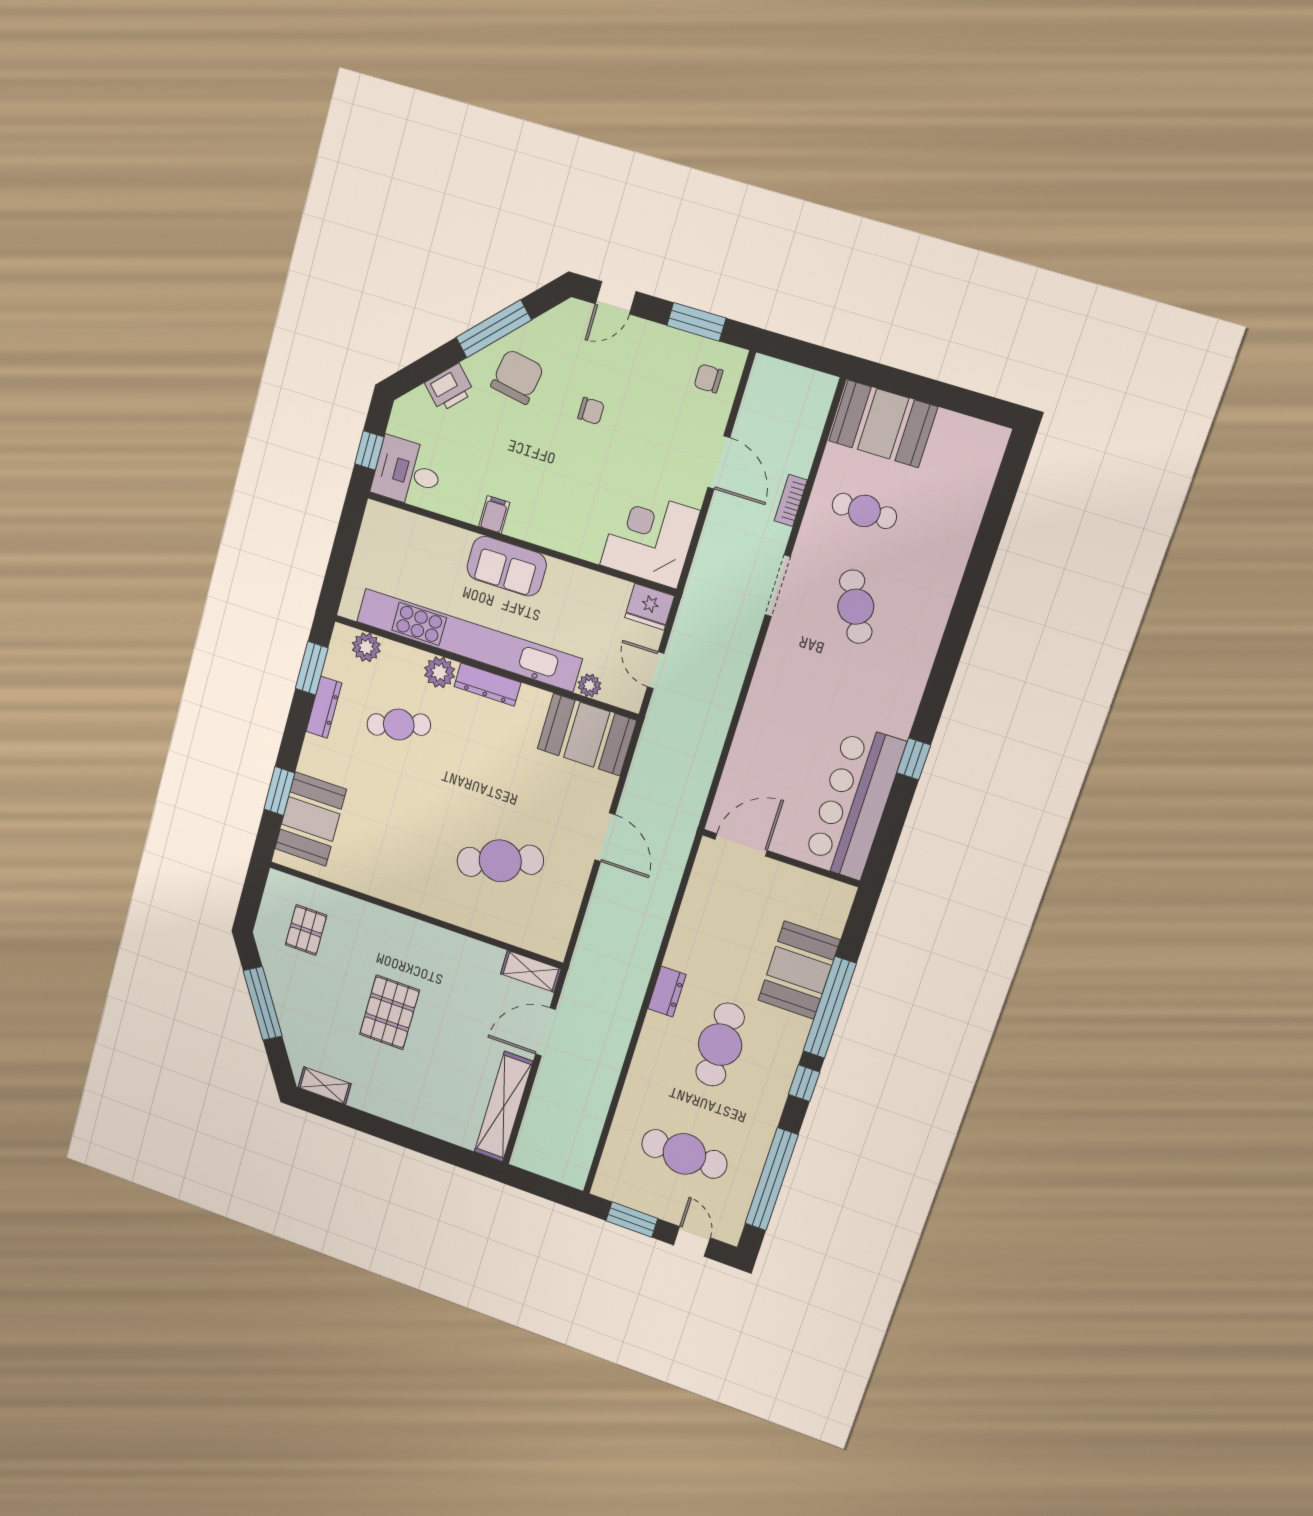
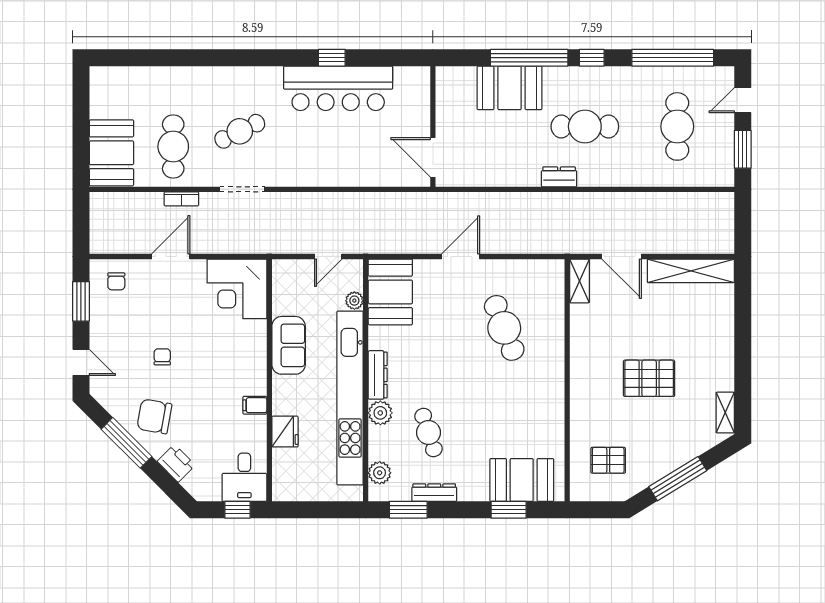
cafe table: (864, 511) -> (173, 147), width x1.37, depth x1.35
sofa: (507, 566) -> (289, 345), moved
fridge: (649, 607) -> (285, 432), moved
bar counter: (854, 802) -> (338, 88), moved

